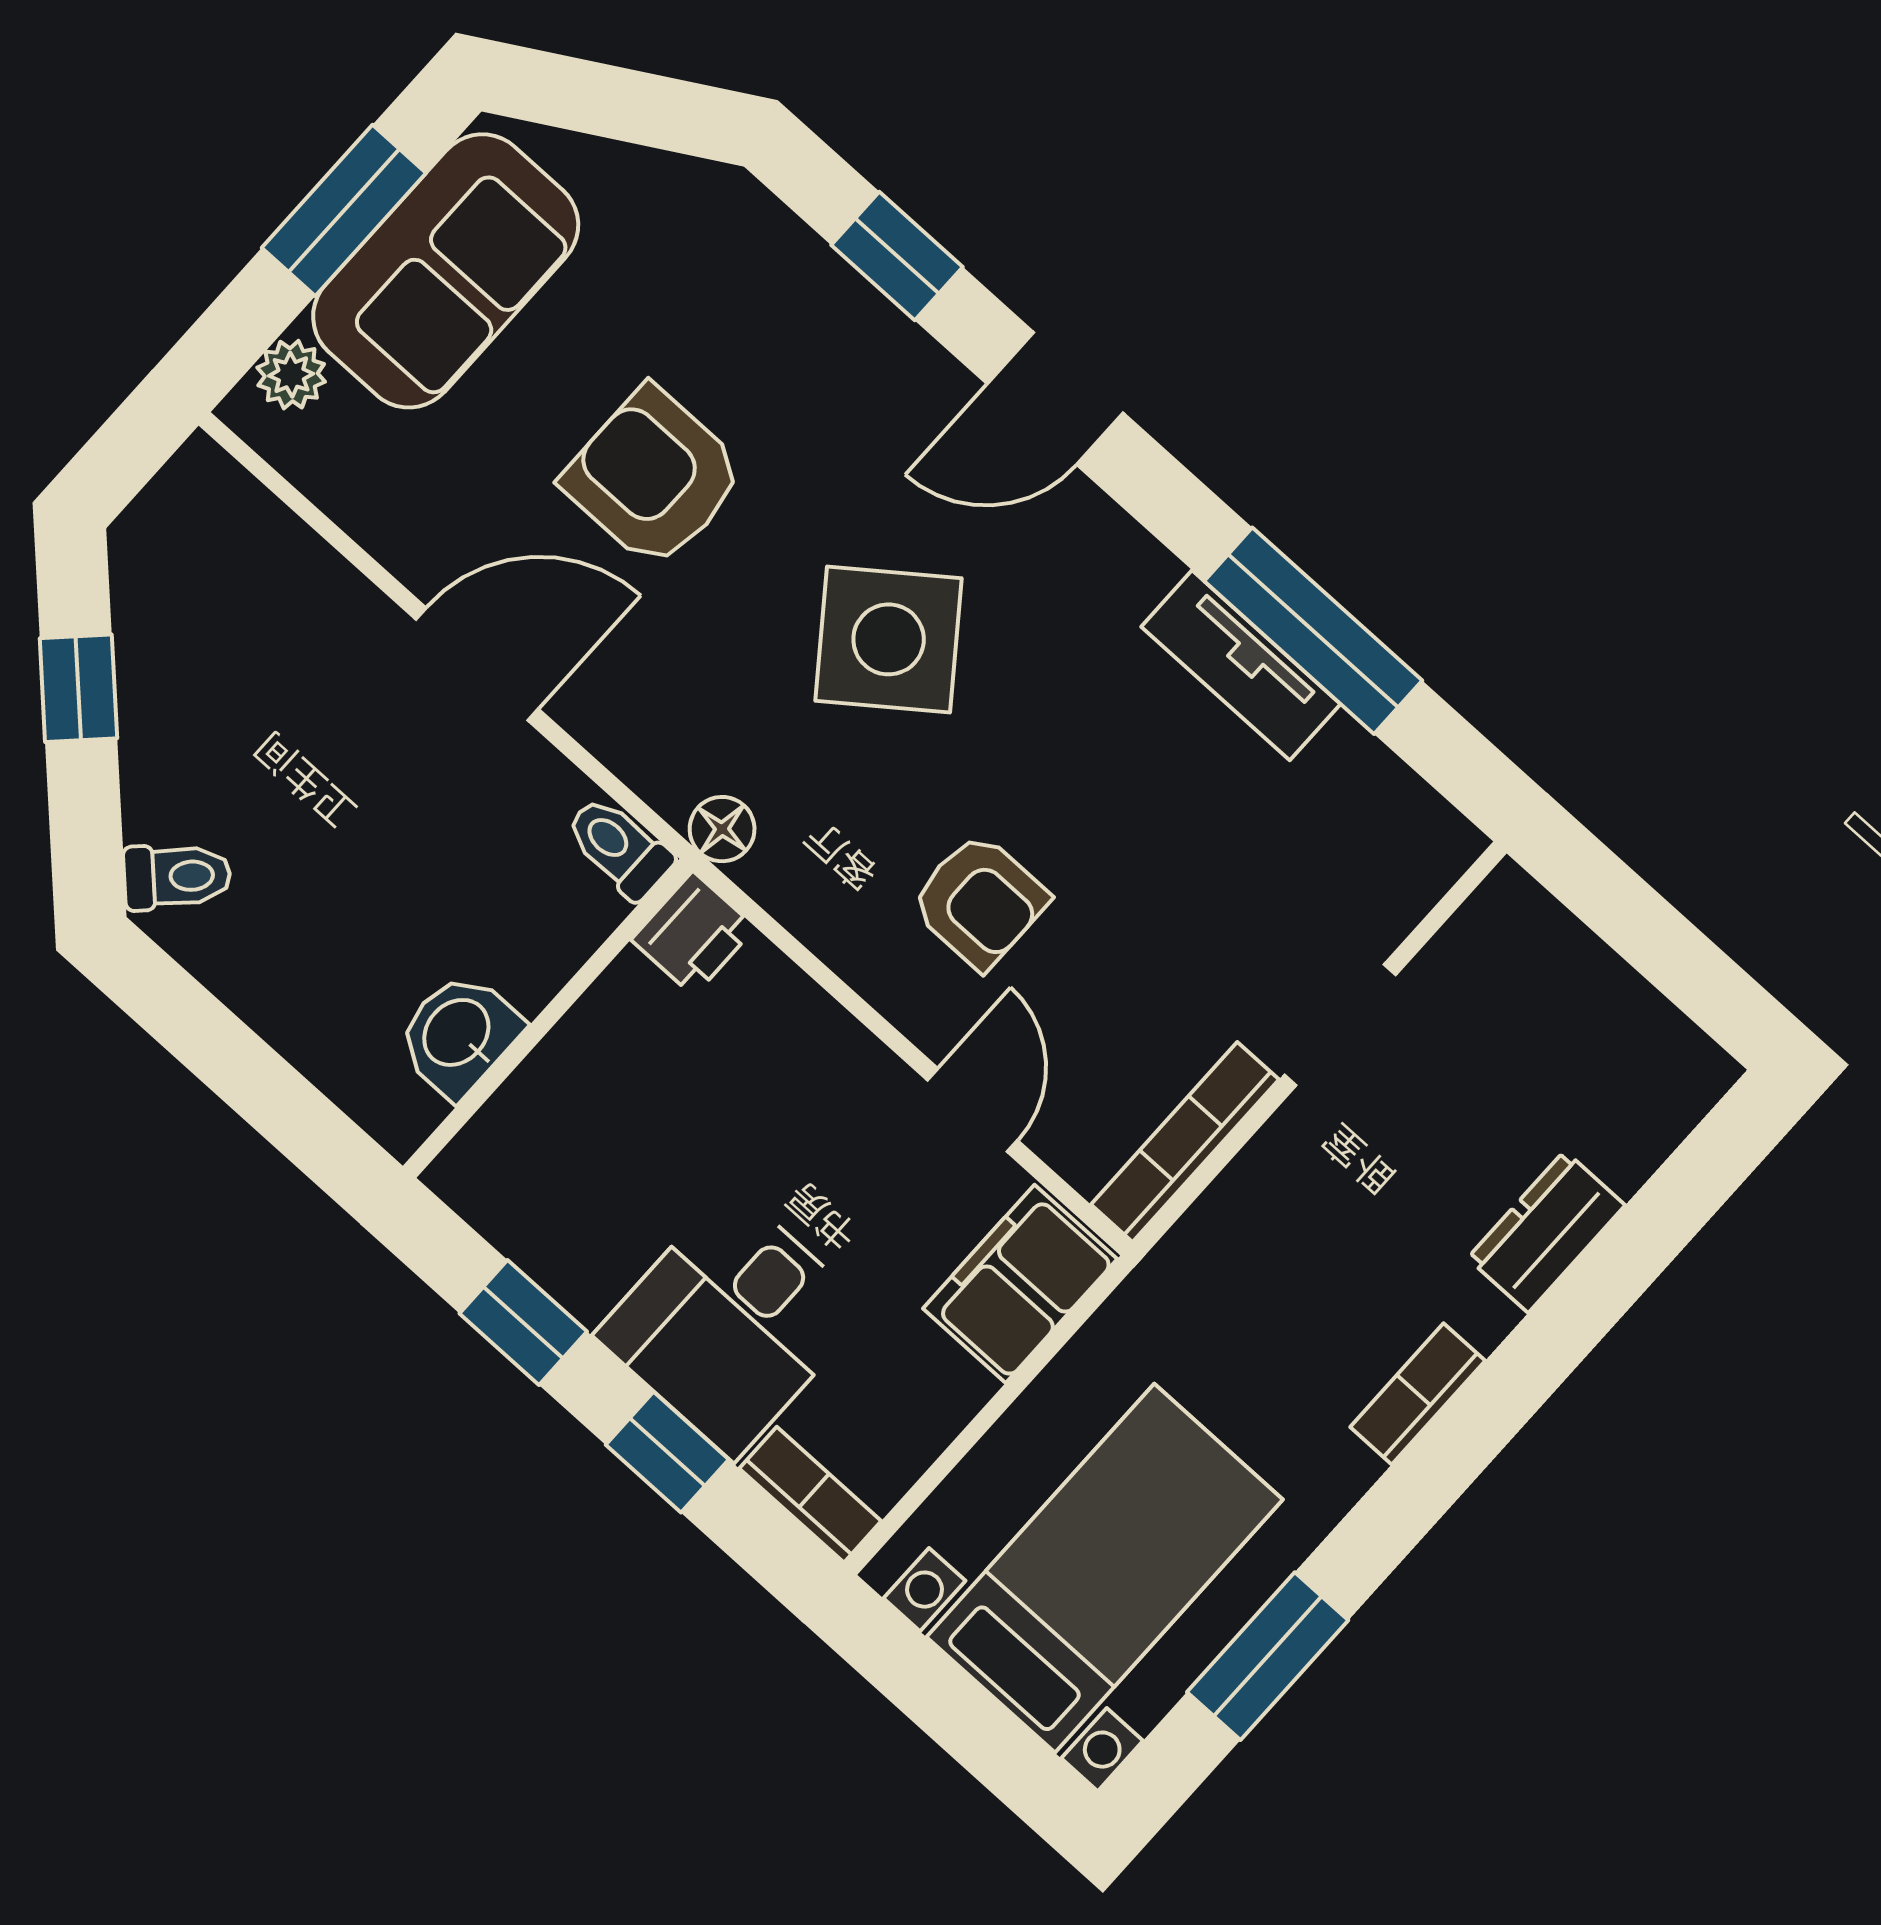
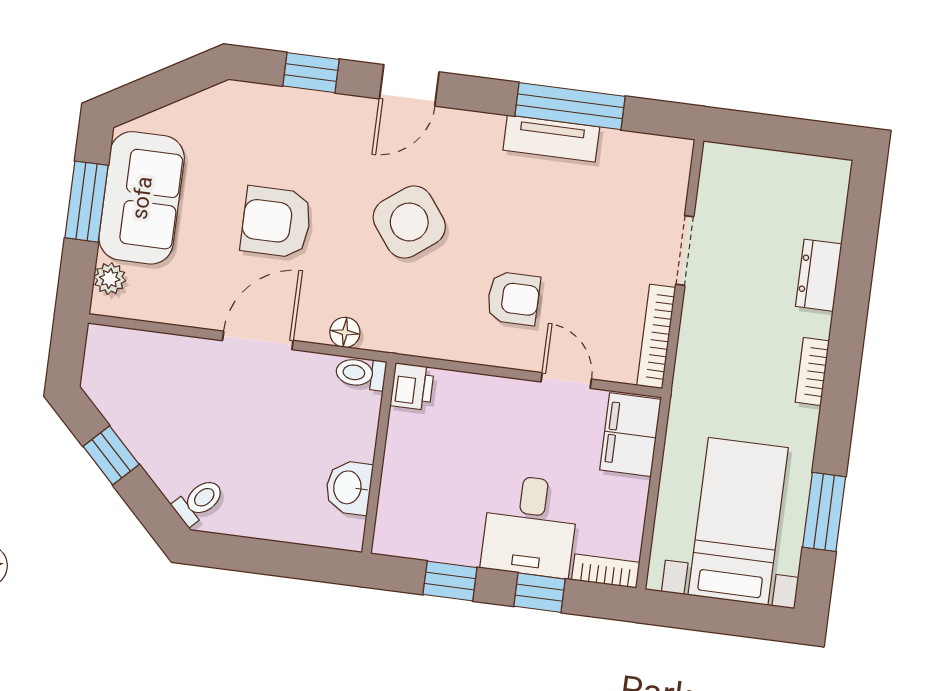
floor lamp: (722, 829) -> (345, 332), moved

